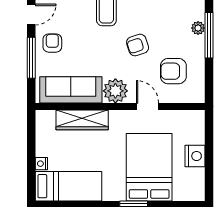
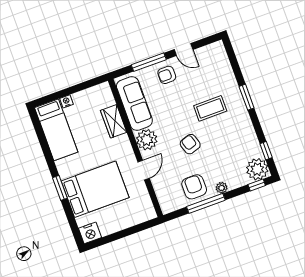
window: (209, 35) -> (206, 203), moved
armchair: (52, 43) -> (167, 75), turned 180
armchair: (173, 71) -> (194, 187), moved
wardrobe: (82, 120) -> (114, 121), width x0.67
nightstand: (195, 156) -> (90, 233), moved

